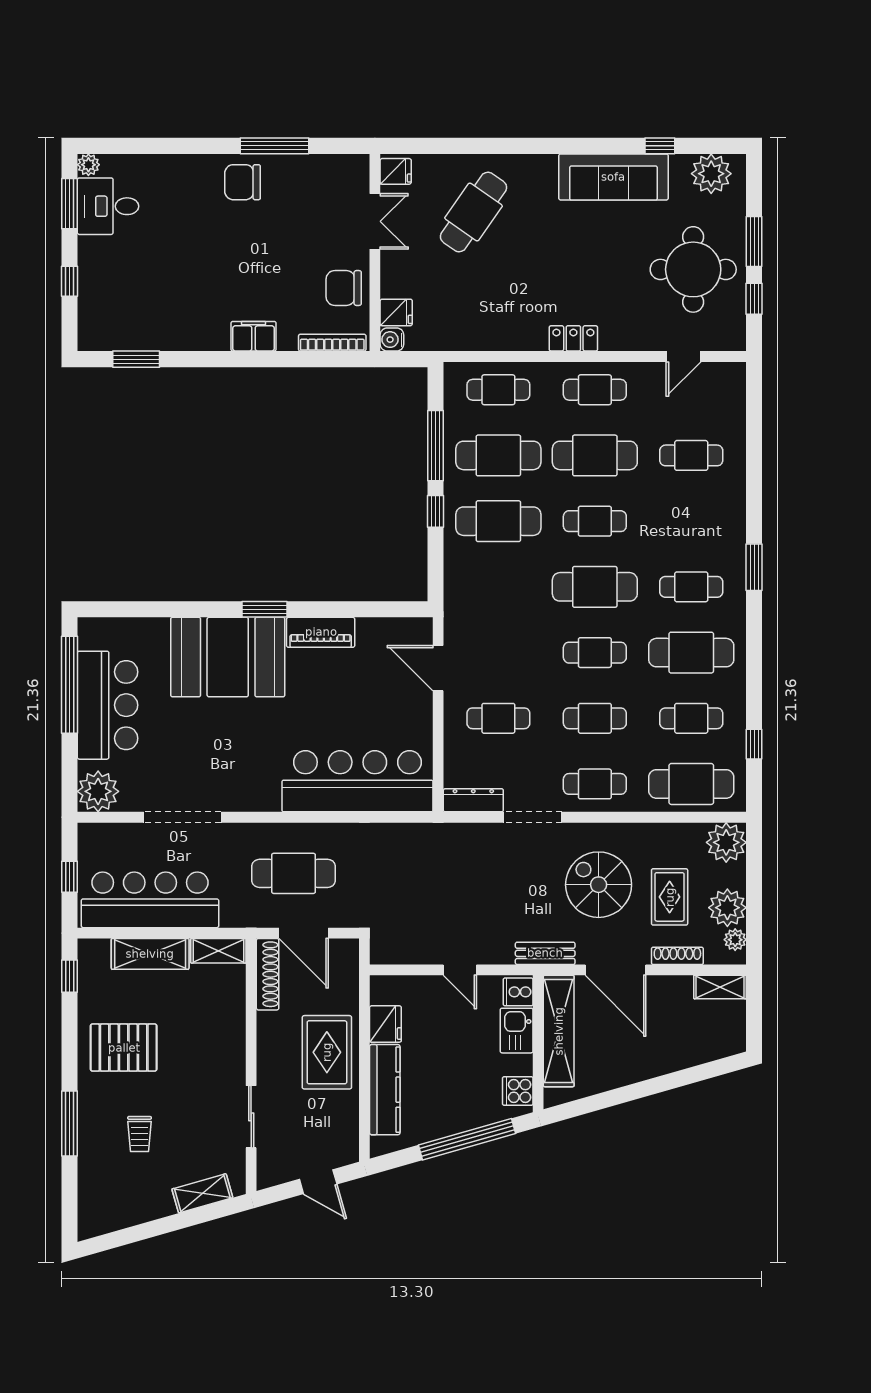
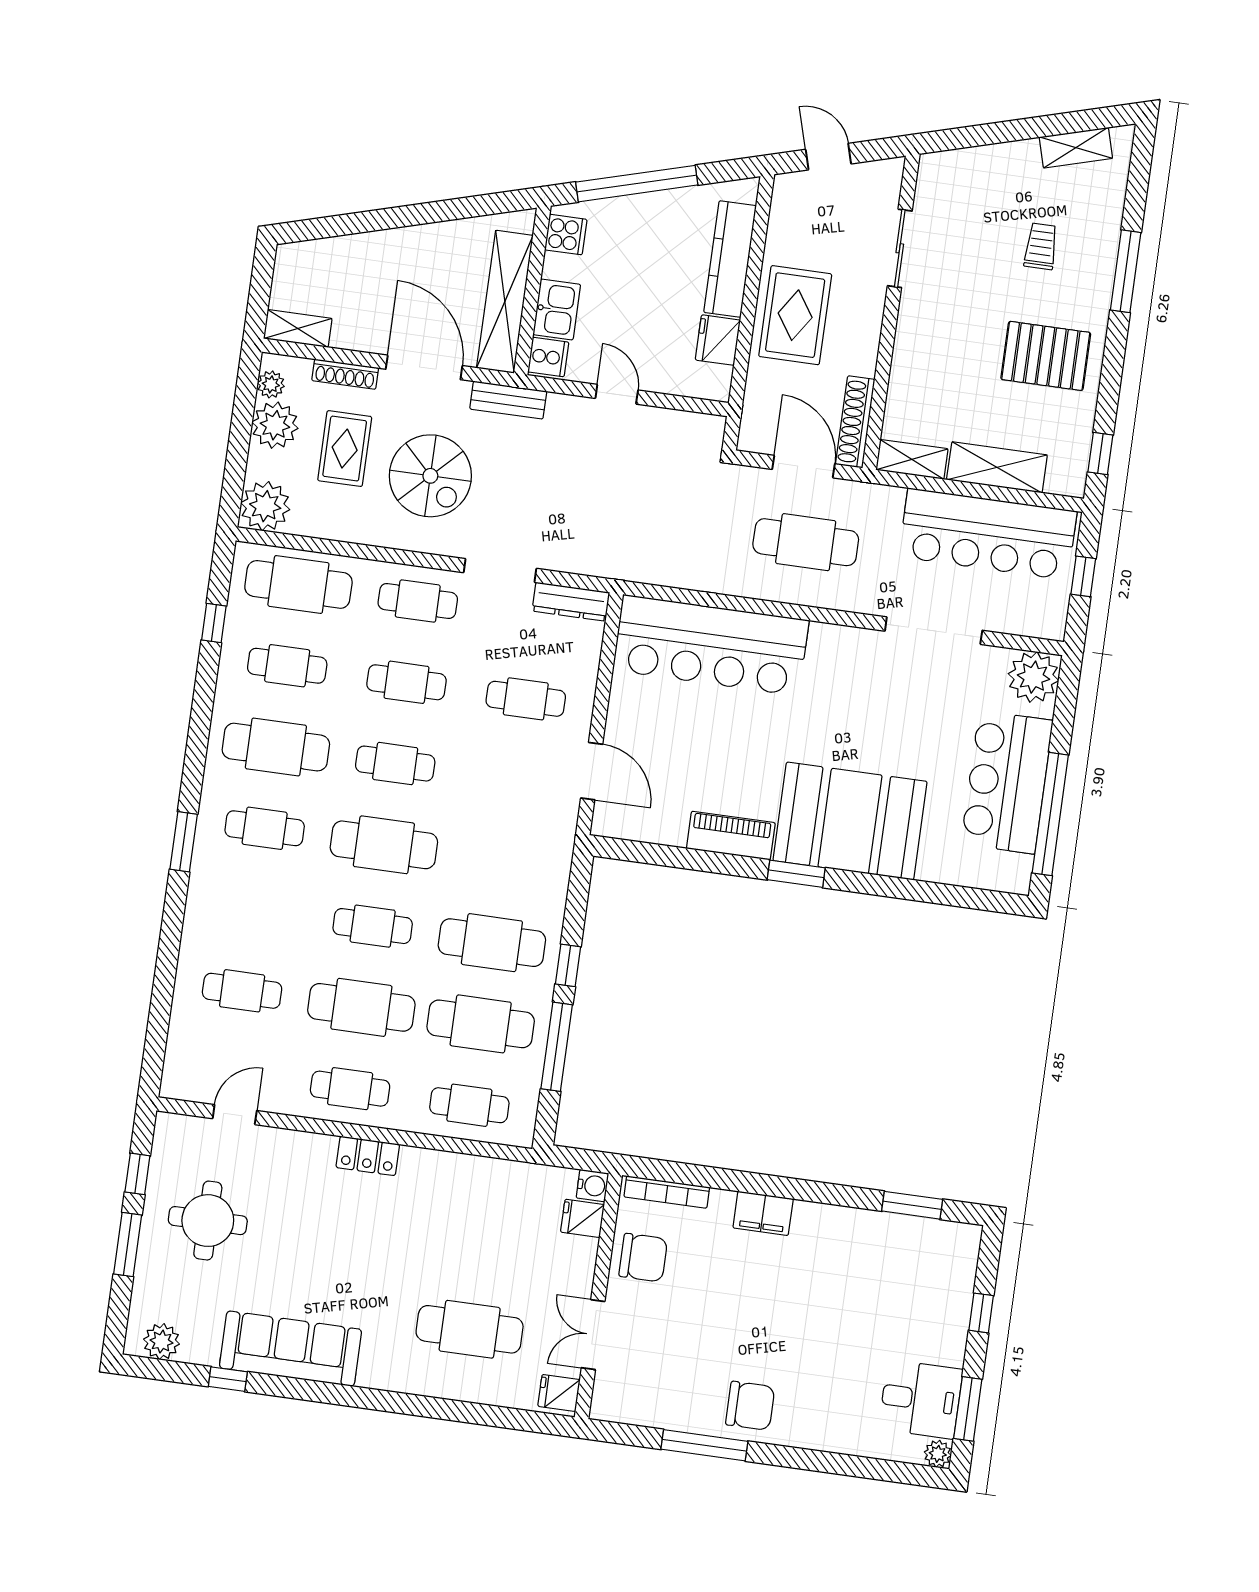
plant: (711, 174) -> (162, 1342), width x0.73, depth x0.73
cafe table: (474, 212) -> (470, 1329), turned 55
round table: (693, 269) -> (208, 1221), width x0.73, depth x0.73
shelving: (202, 1193) -> (1076, 148), moved

